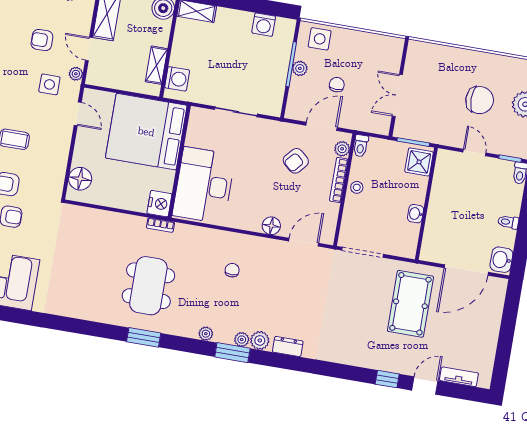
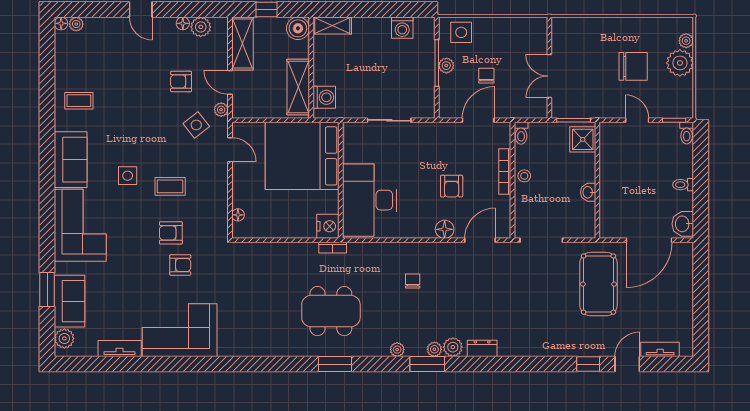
shelving: (156, 65) -> (298, 87), width x1.50, depth x1.33
side table: (49, 84) -> (196, 125), turned -38
plant: (342, 149) -> (503, 139), removed
armchair: (296, 161) -> (452, 186), moved, turned -41
floor lamp: (80, 179) -> (238, 215), width x0.53, depth x0.53
dining table: (148, 286) -> (331, 311), turned 90

